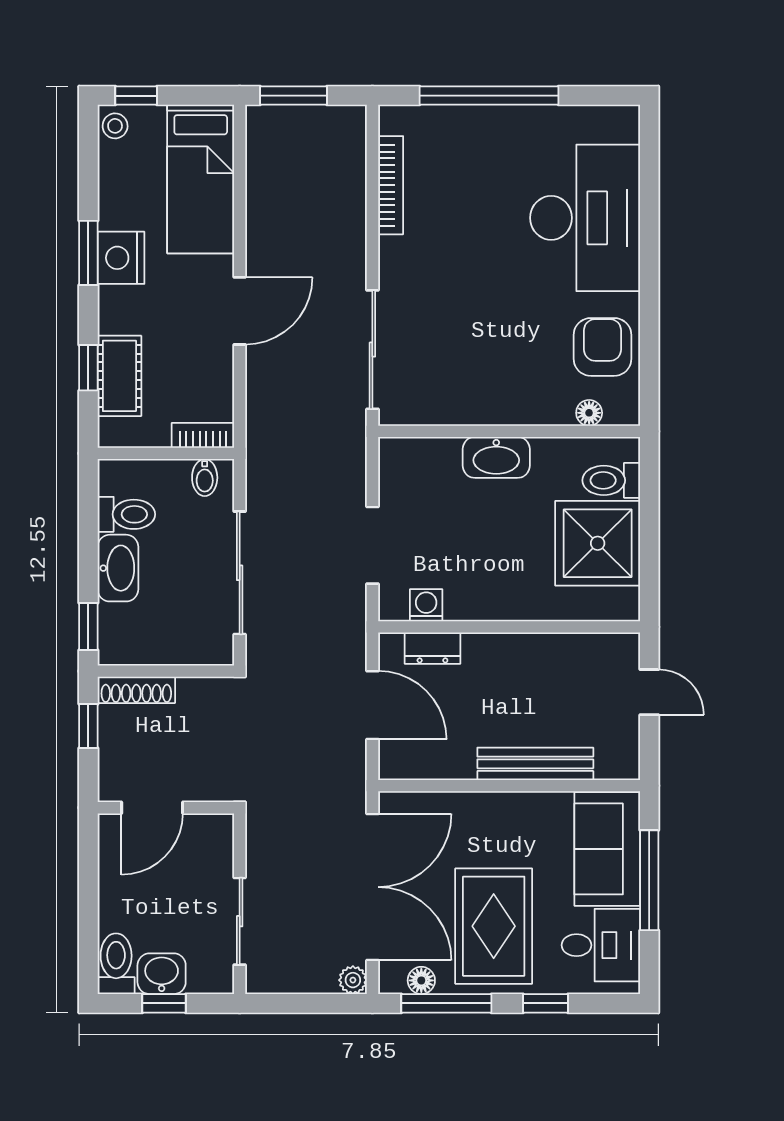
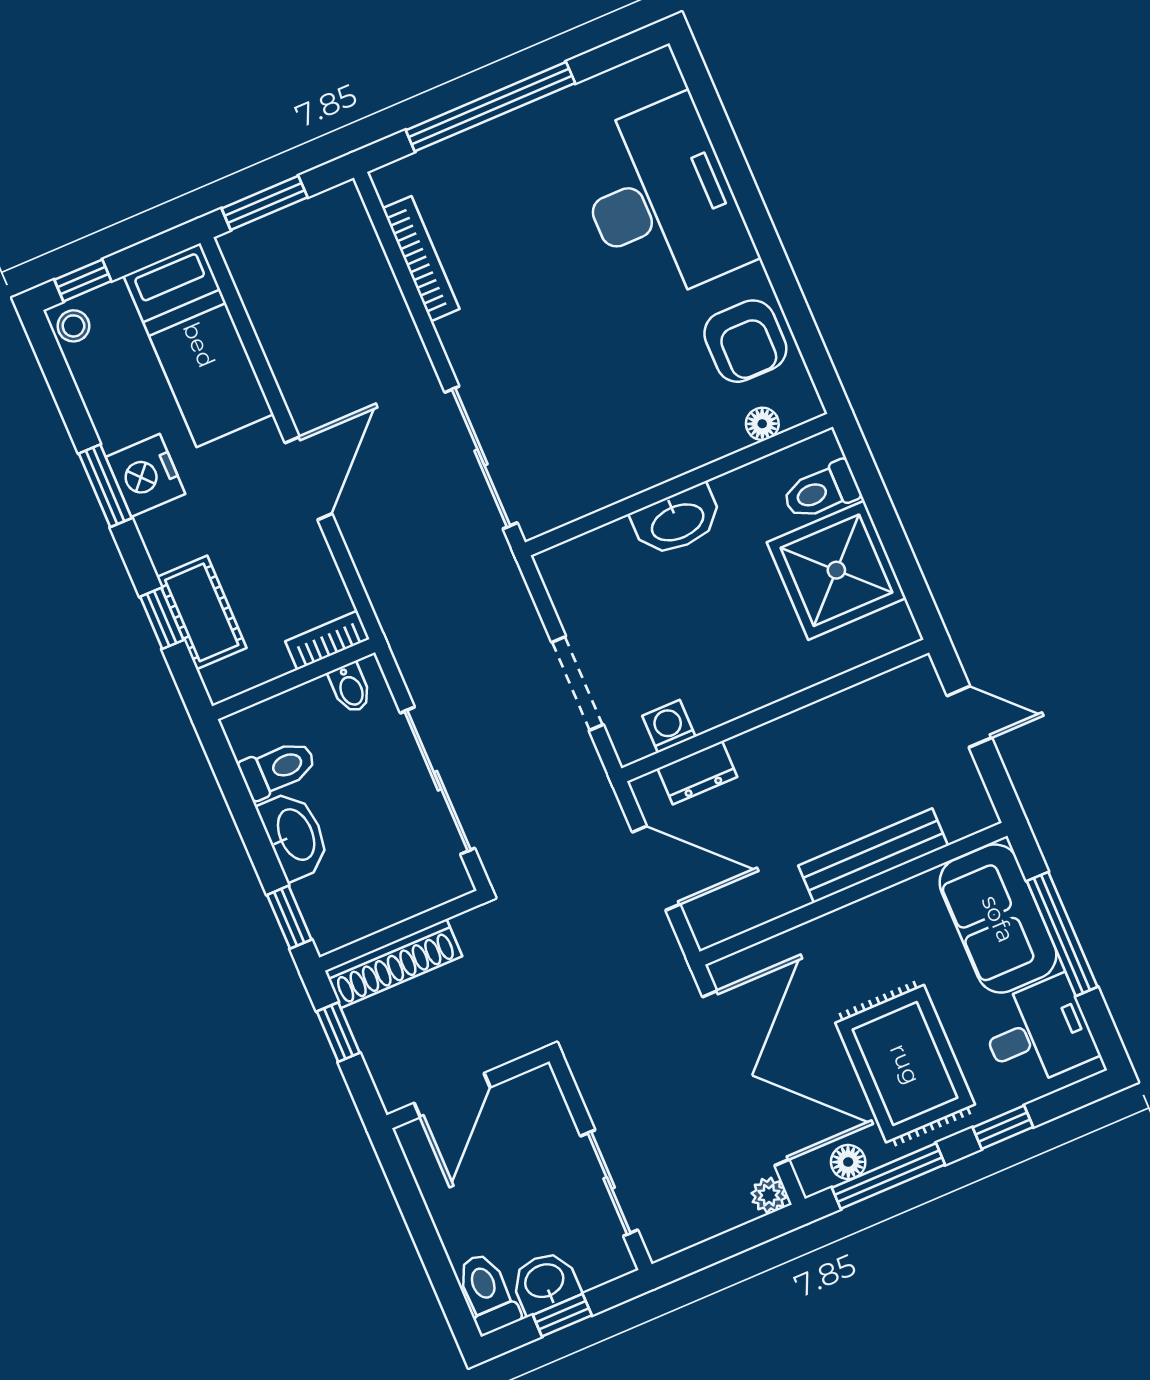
armchair: (603, 347) -> (745, 341), turned 180
shoe rack: (136, 690) -> (394, 964), width x1.36, depth x1.24

